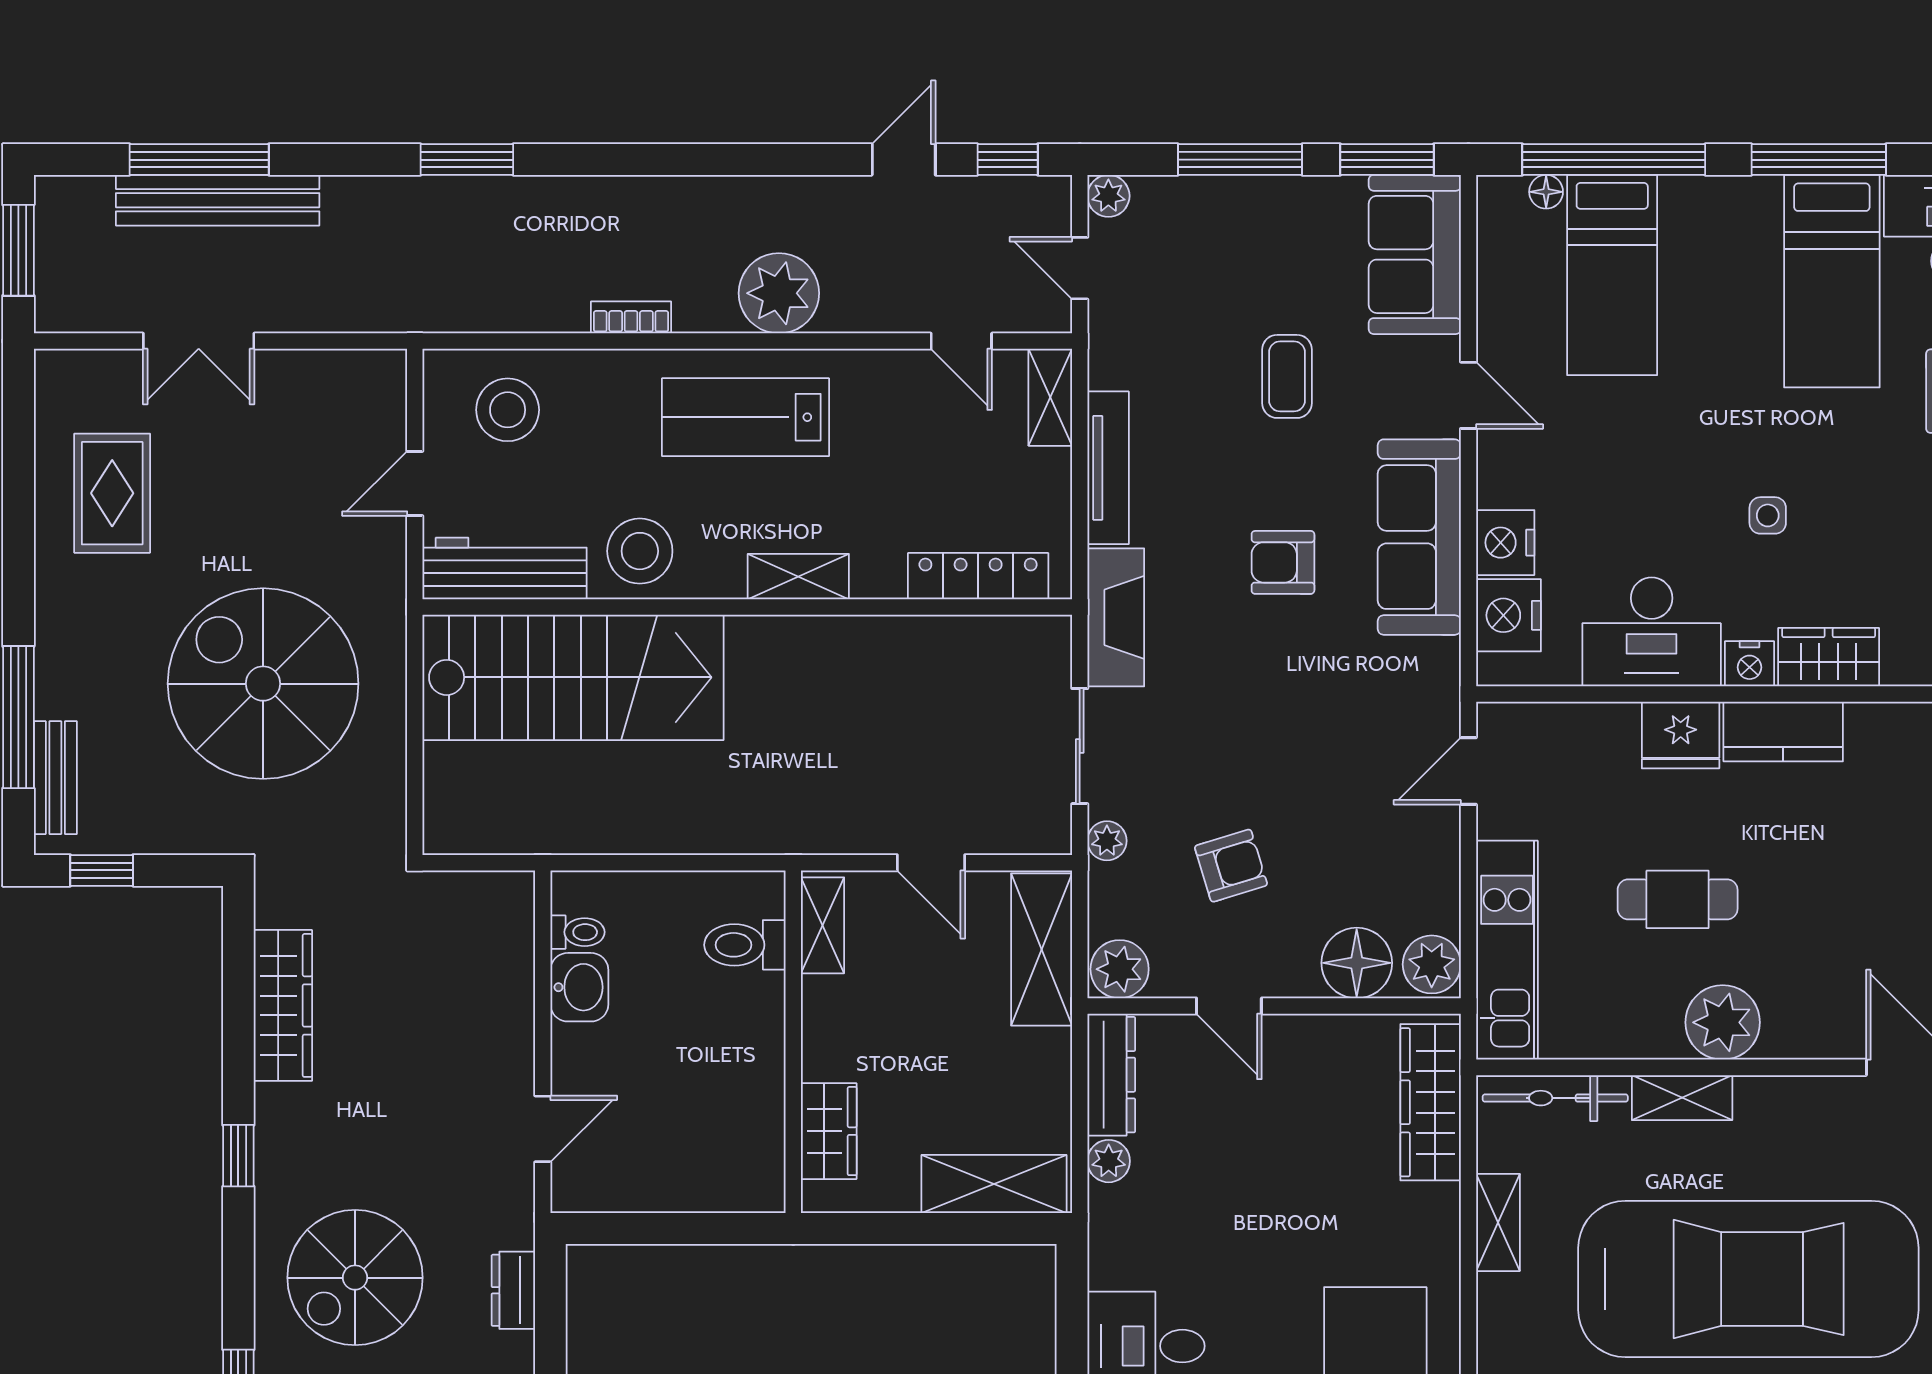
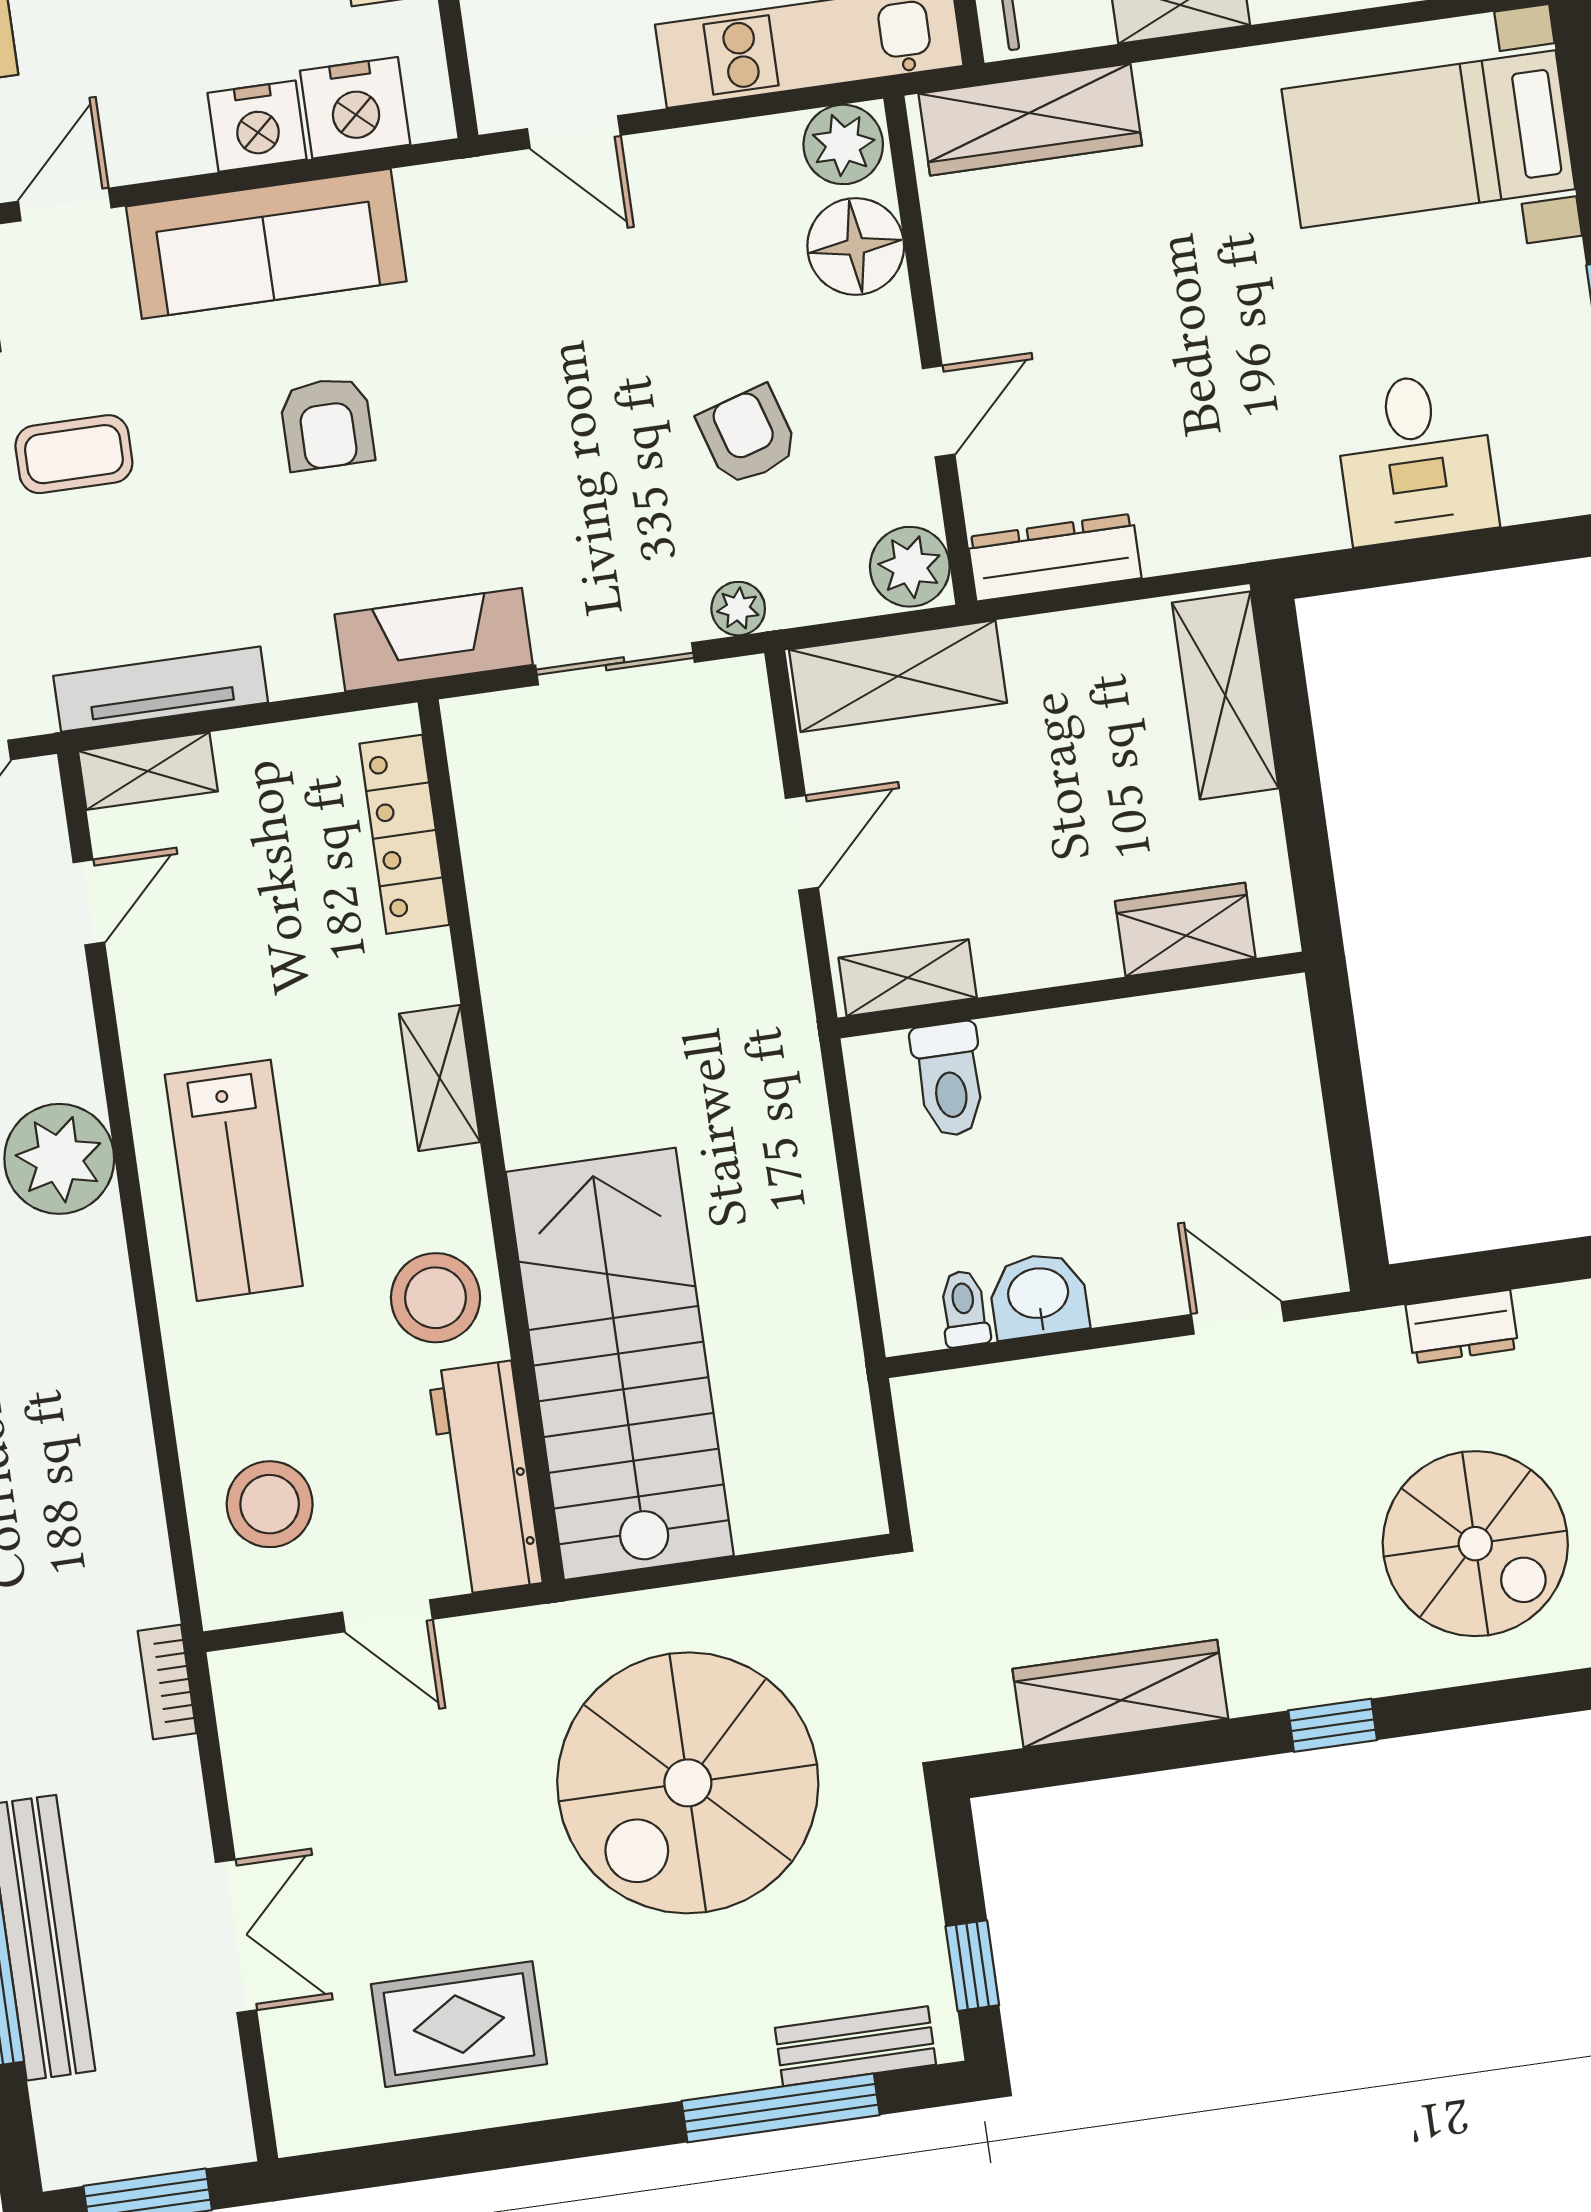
bookcase: (631, 317) -> (167, 1682), moved
tv unit: (1108, 468) -> (161, 689), moved
plant: (1109, 1161) -> (1172, 545), removed

